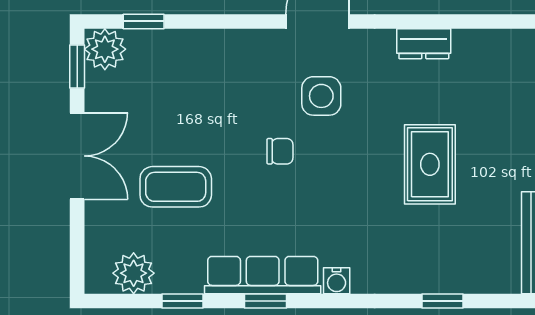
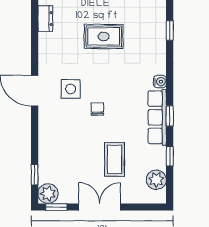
dresser: (424, 44) -> (45, 19), moved

